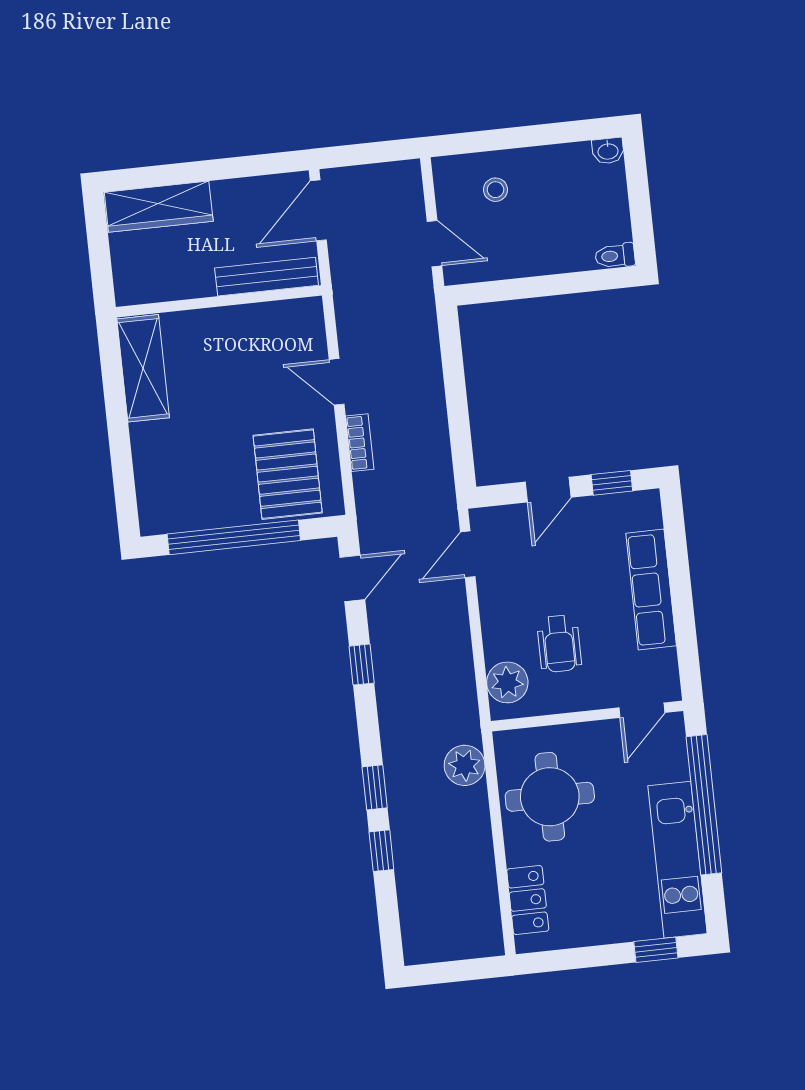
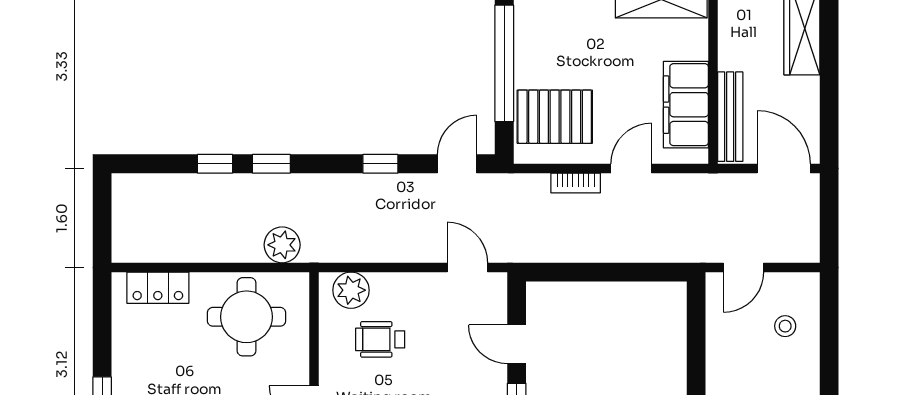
filing cabinet: (258, 328) -> (686, 105), added
door: (352, 578) -> (457, 164), swing flipped

